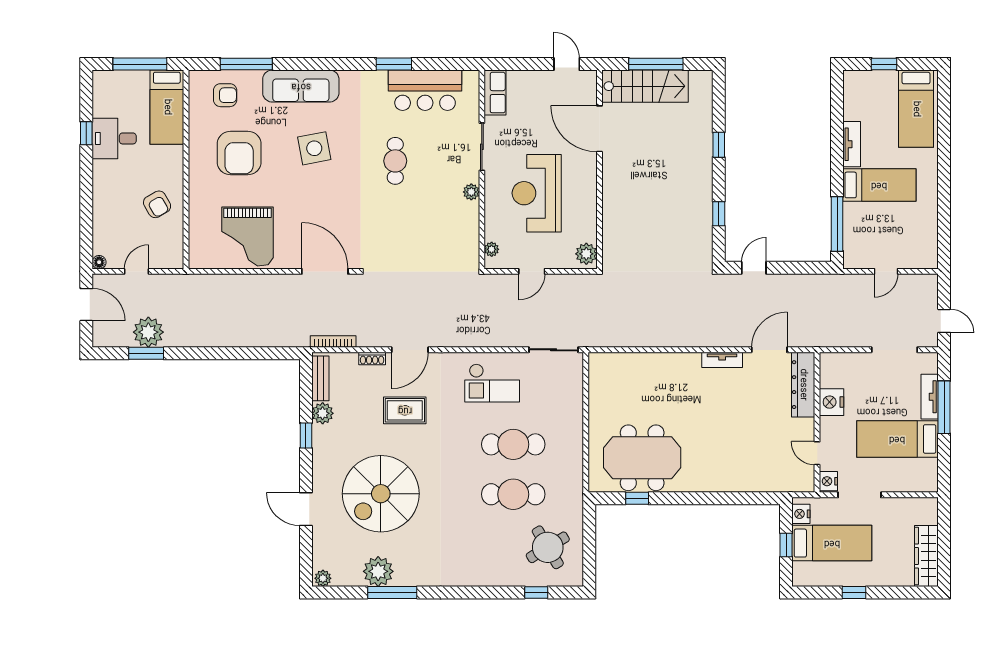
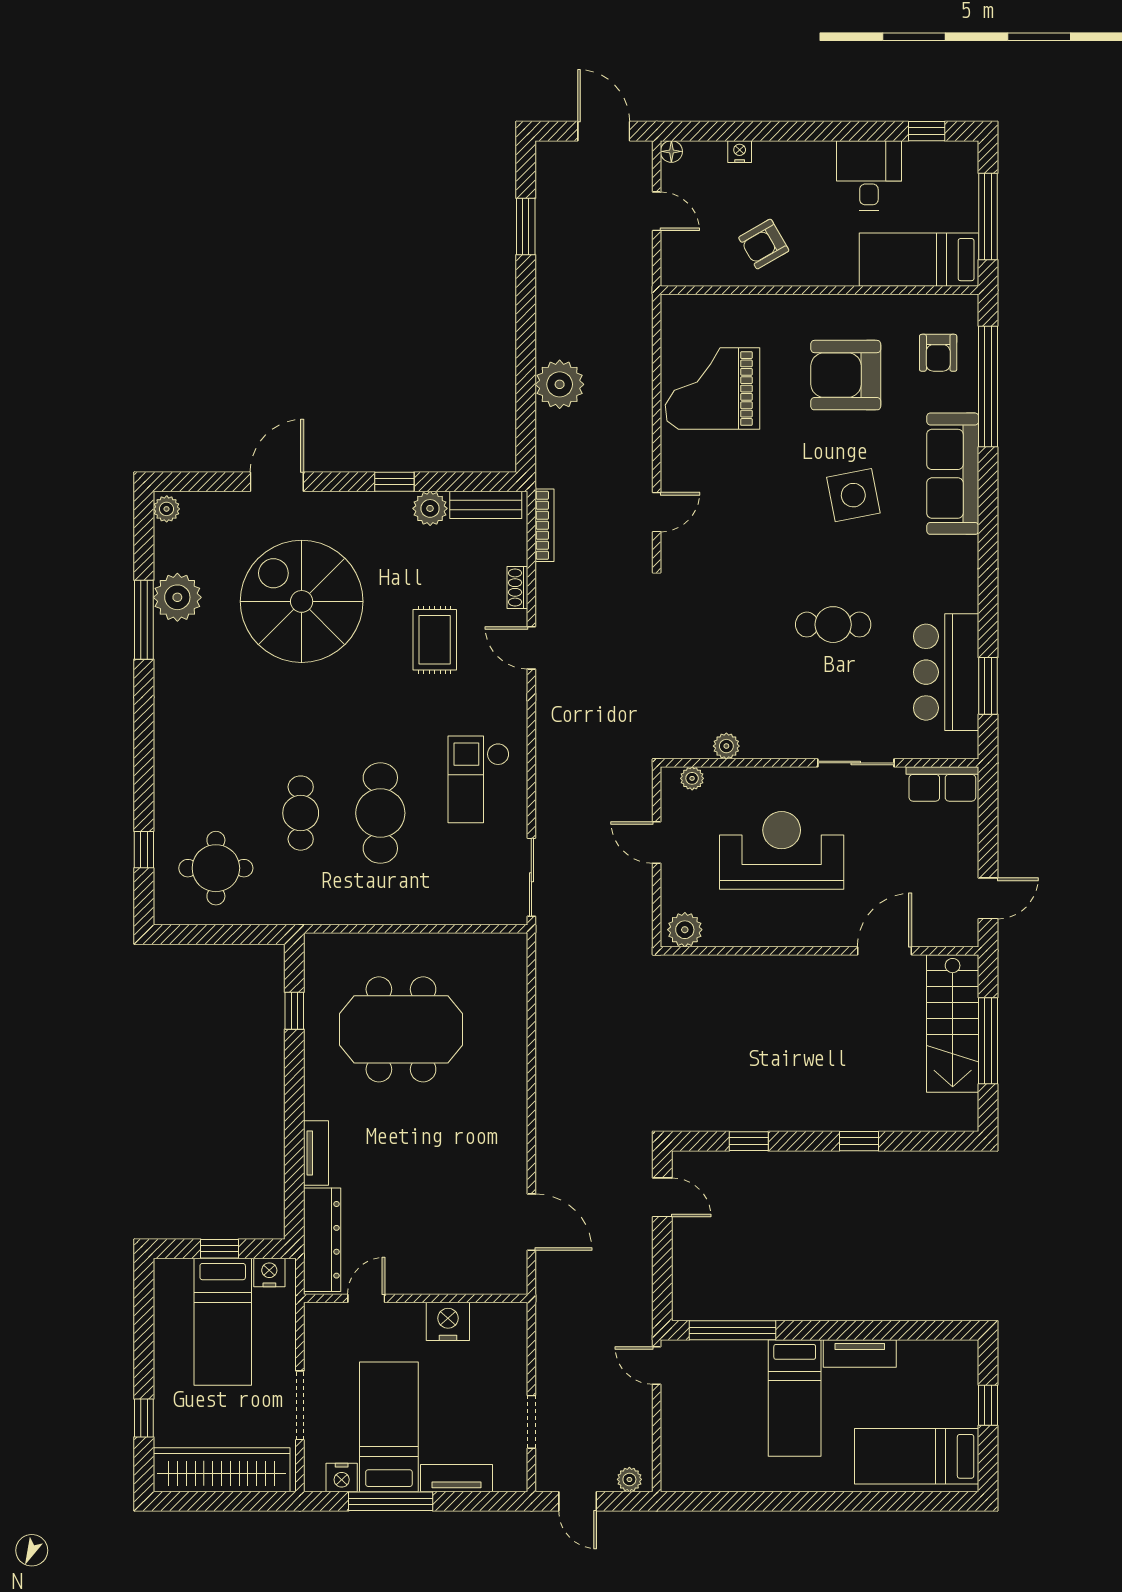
window: (246, 64) -> (988, 386), width x1.46
window: (394, 64) -> (988, 686), moved
door: (599, 129) -> (884, 951), width x0.73
window: (86, 133) -> (927, 131), moved
plant: (471, 192) -> (726, 746), moved
nightstand: (99, 219) -> (740, 152), added
door: (325, 271) -> (657, 512), width x0.53
door: (886, 271) -> (657, 1365), moved
plant: (930, 288) -> (629, 1479), added
door: (86, 305) -> (604, 131), swing flipped
door: (944, 321) -> (578, 1501), hinge flipped
plant: (148, 332) -> (560, 384), moved
door: (410, 350) -> (531, 648), width x0.73
doorway: (894, 350) -> (531, 1422), width x0.73
tv unit: (722, 360) -> (316, 1153), moved, turned 180
dresser: (803, 385) -> (322, 1240), moved, turned 90
window: (944, 407) -> (391, 1501), moved
meeting table: (642, 458) -> (401, 1029), moved, turned 90
nightstand: (828, 481) -> (342, 1477), moved, turned 180
cafe table: (513, 494) -> (301, 813), width x0.73, depth x0.74
doorway: (859, 495) -> (300, 1405), moved
round table: (548, 547) -> (216, 868), turned 31
wardrobe: (926, 556) -> (222, 1470), width x1.40, depth x1.17
window: (854, 592) -> (144, 1418), moved

